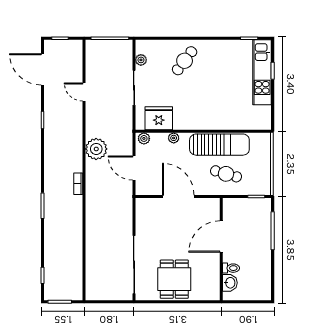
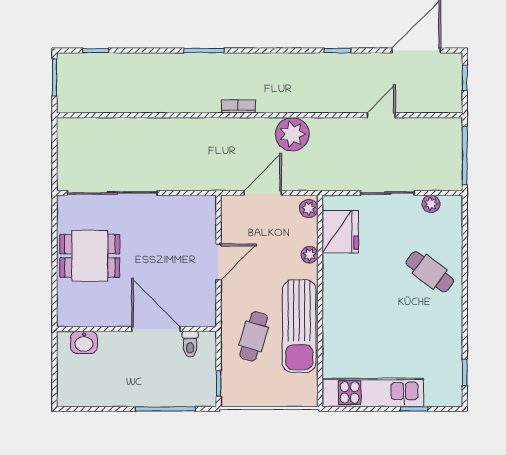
kitchen unit: (262, 72) -> (373, 392), moved
door: (178, 196) -> (219, 262), width x0.73
toilet: (231, 268) -> (190, 344), moved

